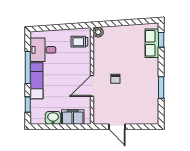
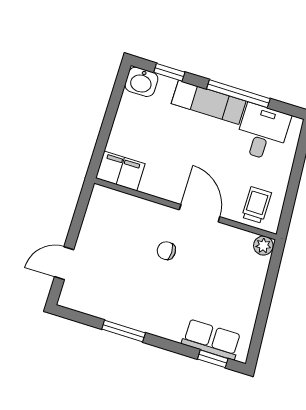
door: (92, 86) -> (200, 213), moved
filing cabinet: (73, 117) -> (120, 171), moved, turned -90
washbasin: (53, 118) -> (141, 82), moved, turned 90
door: (117, 127) -> (64, 263), moved

